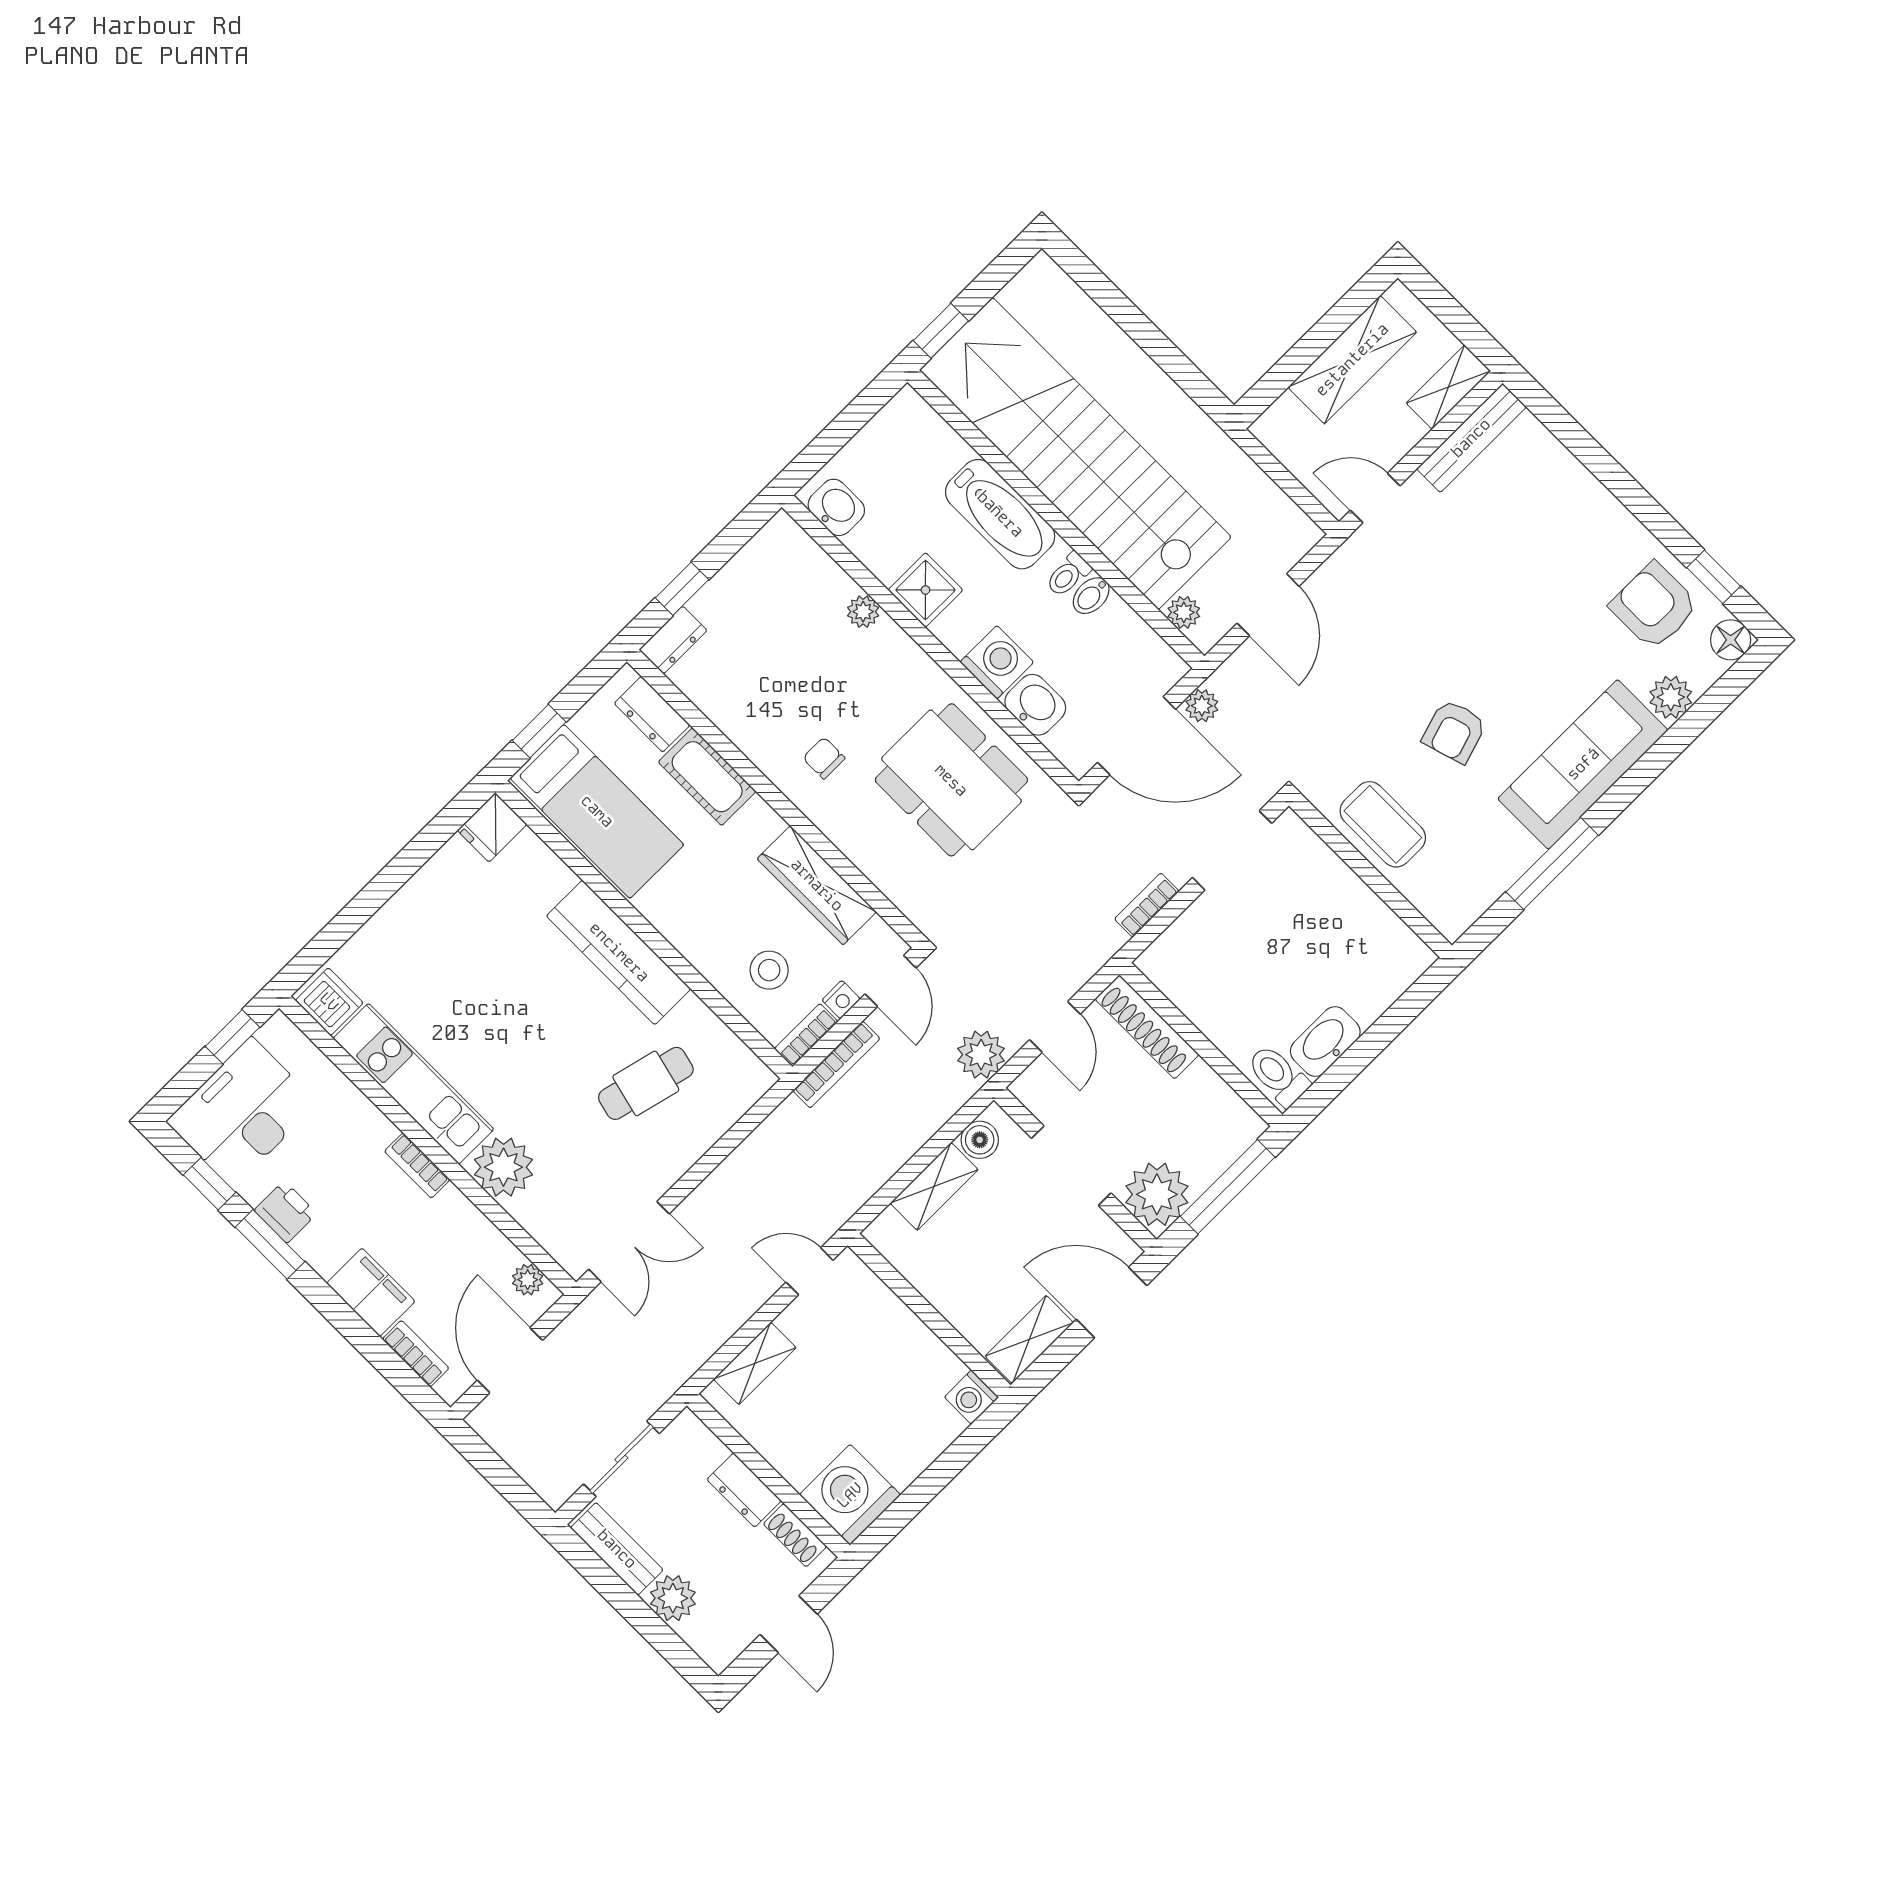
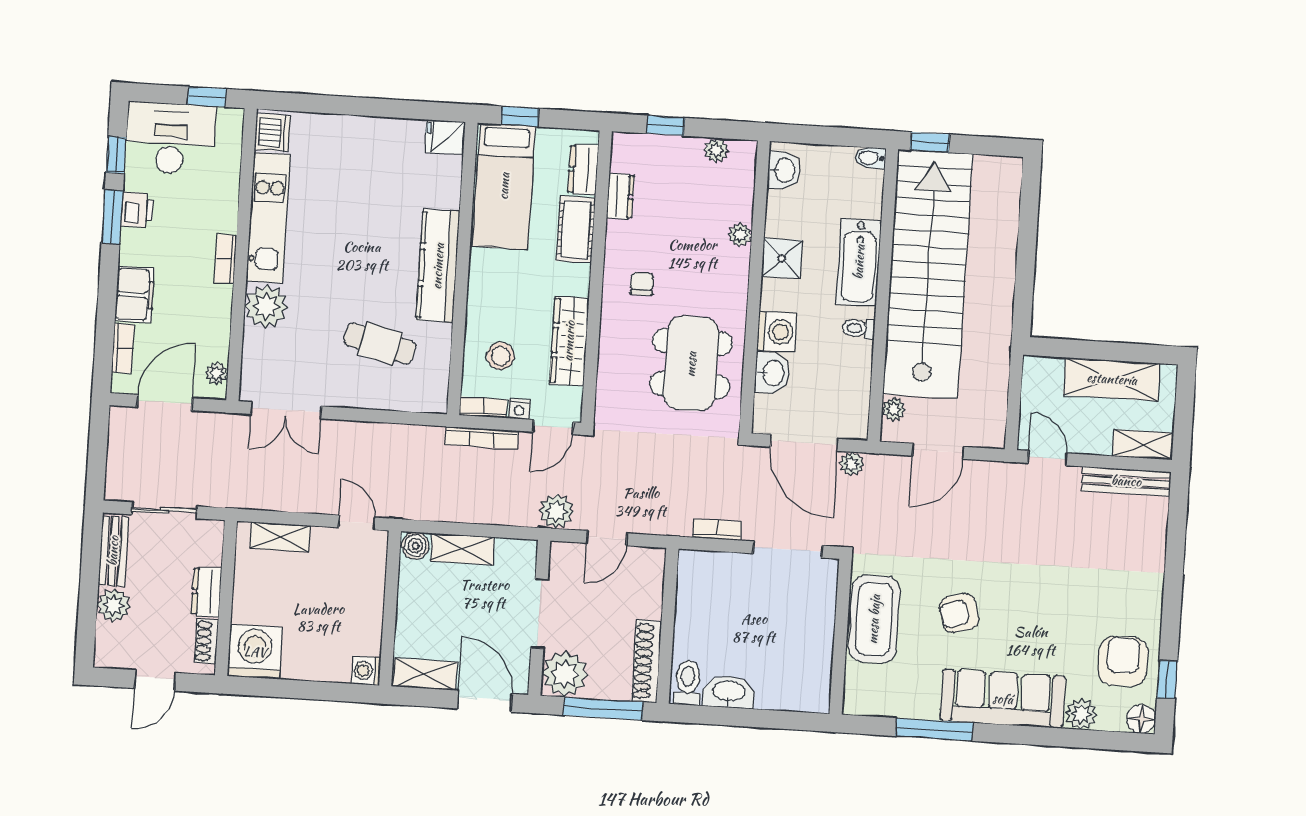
plant: (754, 559) -> (716, 150), added
bidet: (1091, 596) -> (870, 158), moved
dresser: (673, 640) -> (620, 196), moved, turned -90
coffee table: (1383, 824) -> (874, 619), width x1.36, depth x1.32
shoe rack: (1147, 1027) -> (647, 661), moved
boiler: (980, 1140) -> (415, 546), moved

